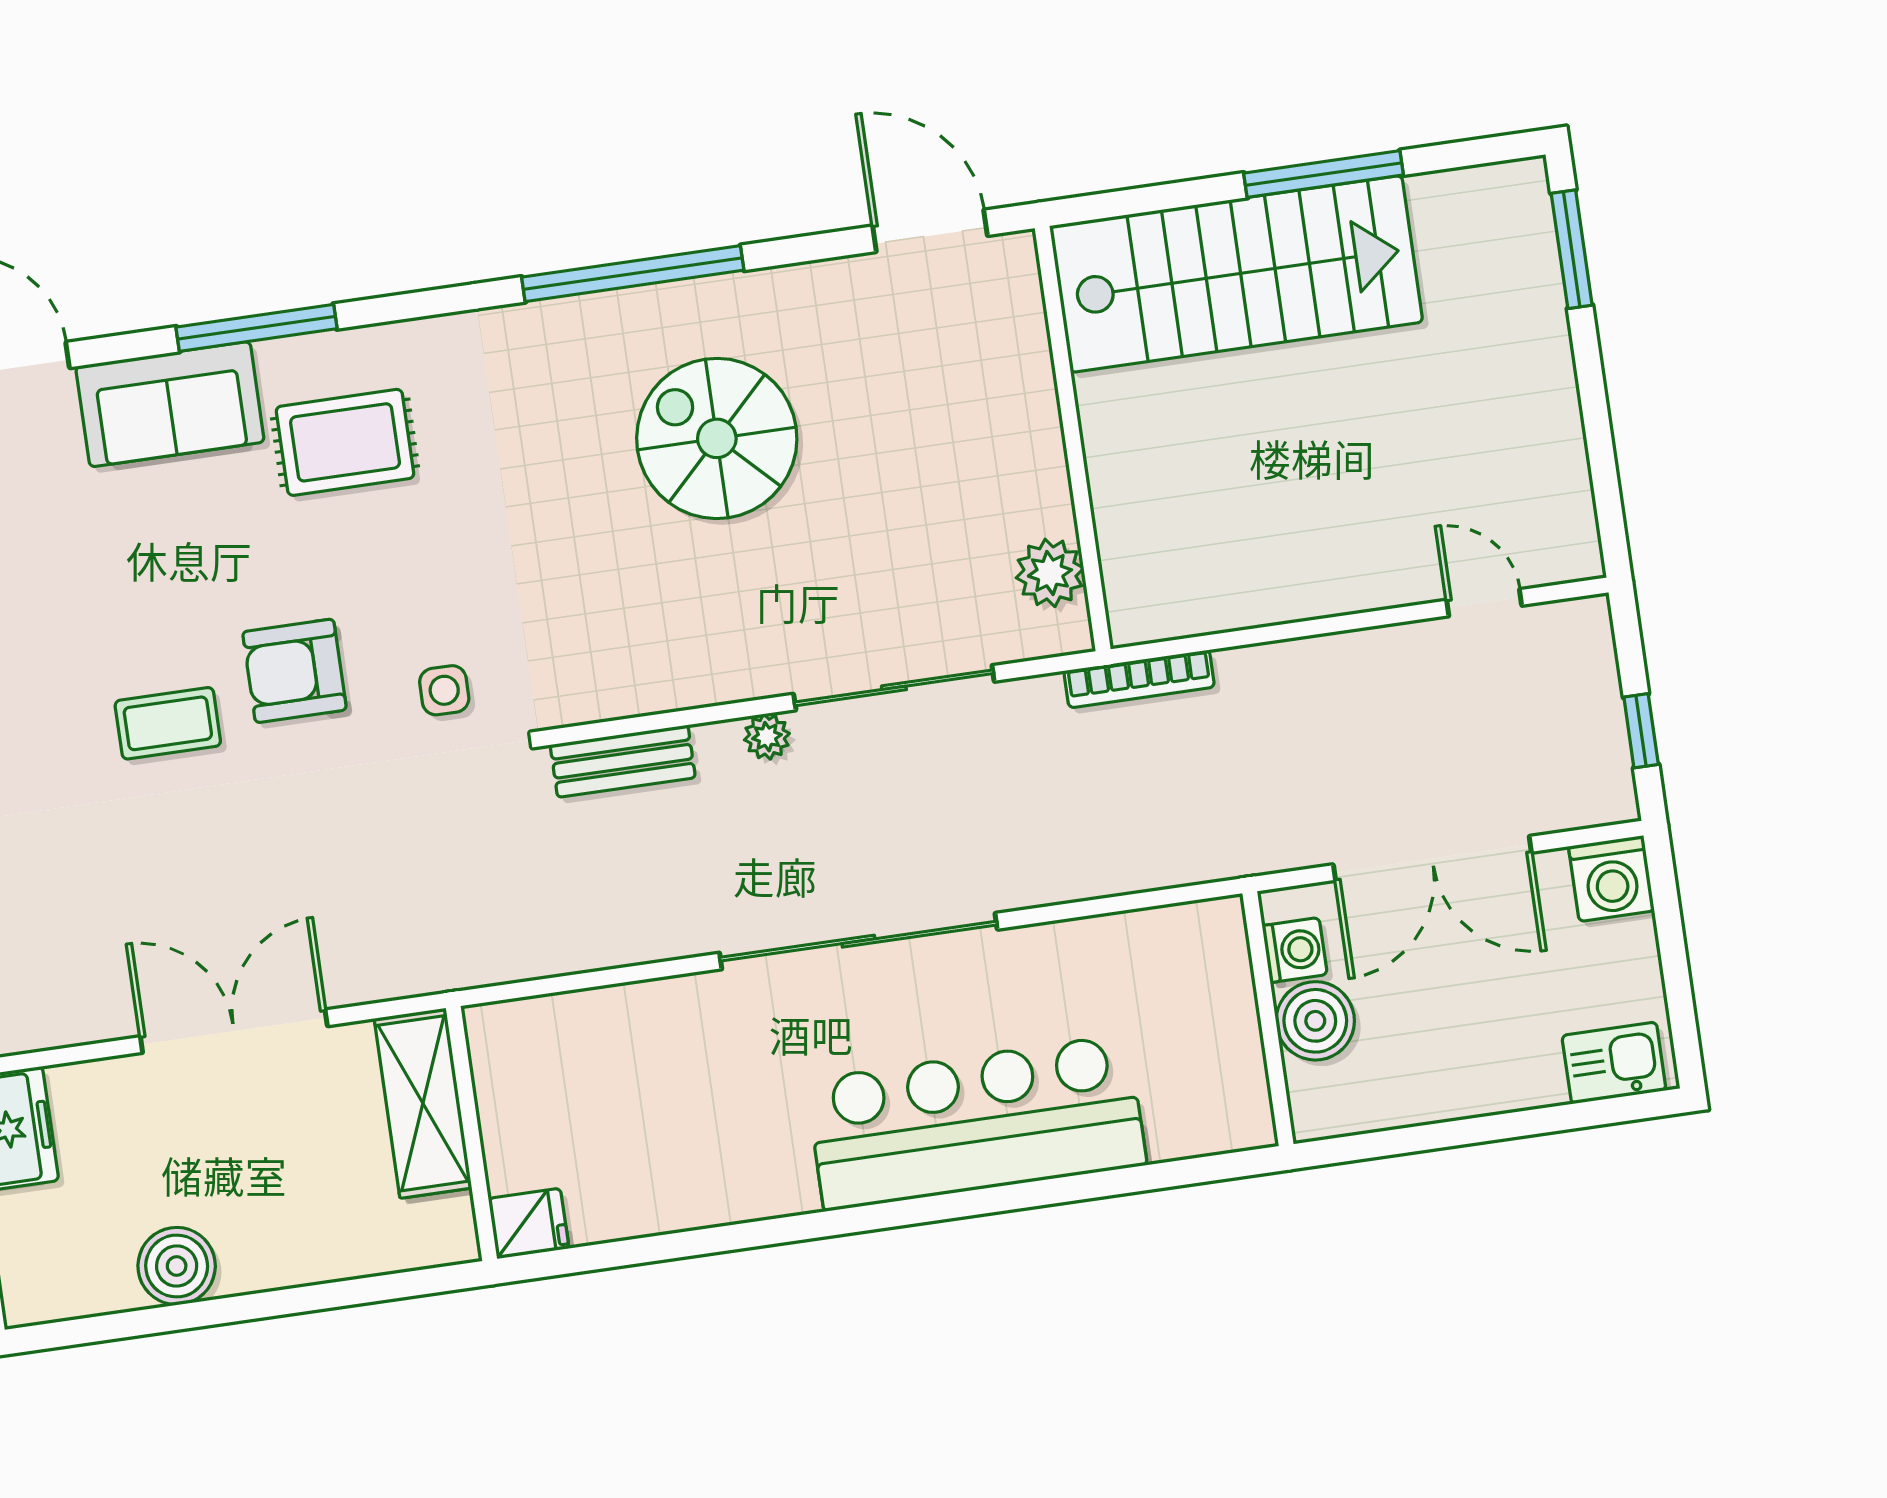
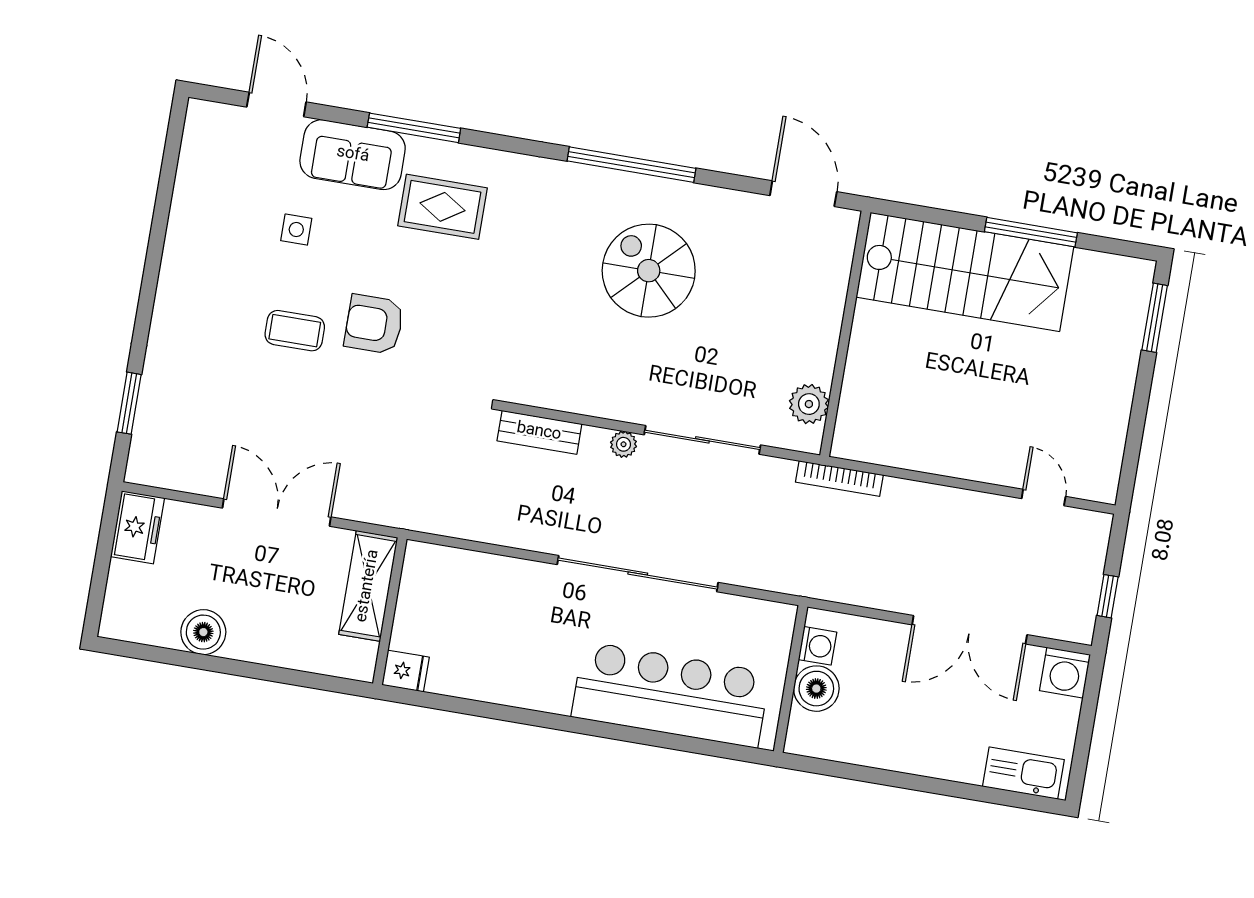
side table: (444, 690) -> (296, 230), moved
washing machine: (1295, 950) -> (817, 646), moved
wall: (1268, 1019) -> (791, 679), moved
boiler: (1315, 1021) -> (816, 689), moved
kitchen sink: (1614, 1063) -> (1023, 773), width x1.38

